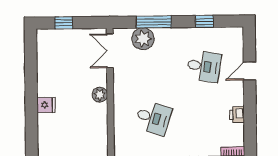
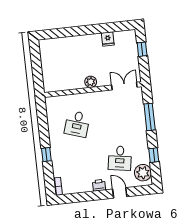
plant: (143, 39) -> (143, 173), moved
fridge: (46, 105) -> (108, 39), moved
printer: (237, 115) -> (99, 185), moved

